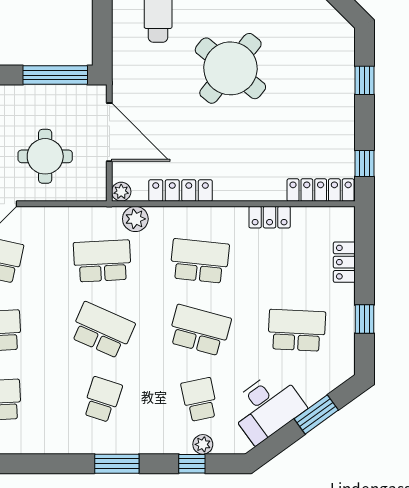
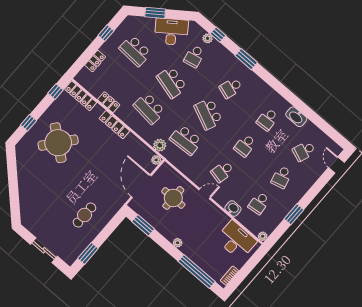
round table: (230, 68) -> (58, 143), moved
window: (55, 75) -> (143, 225), width x0.69
locker: (181, 191) -> (114, 125), moved

